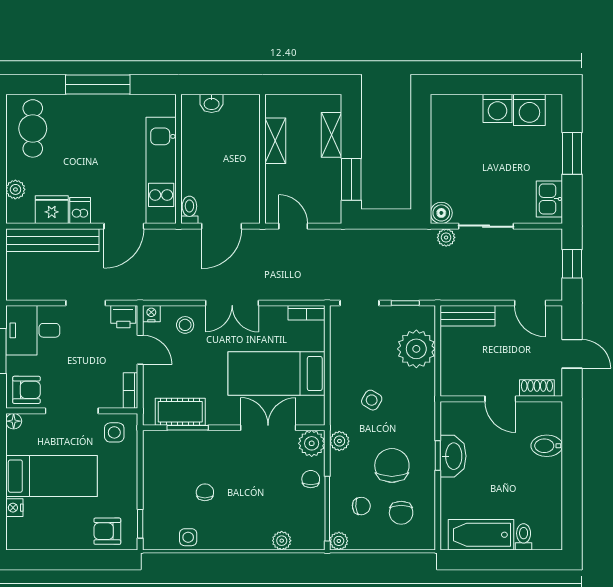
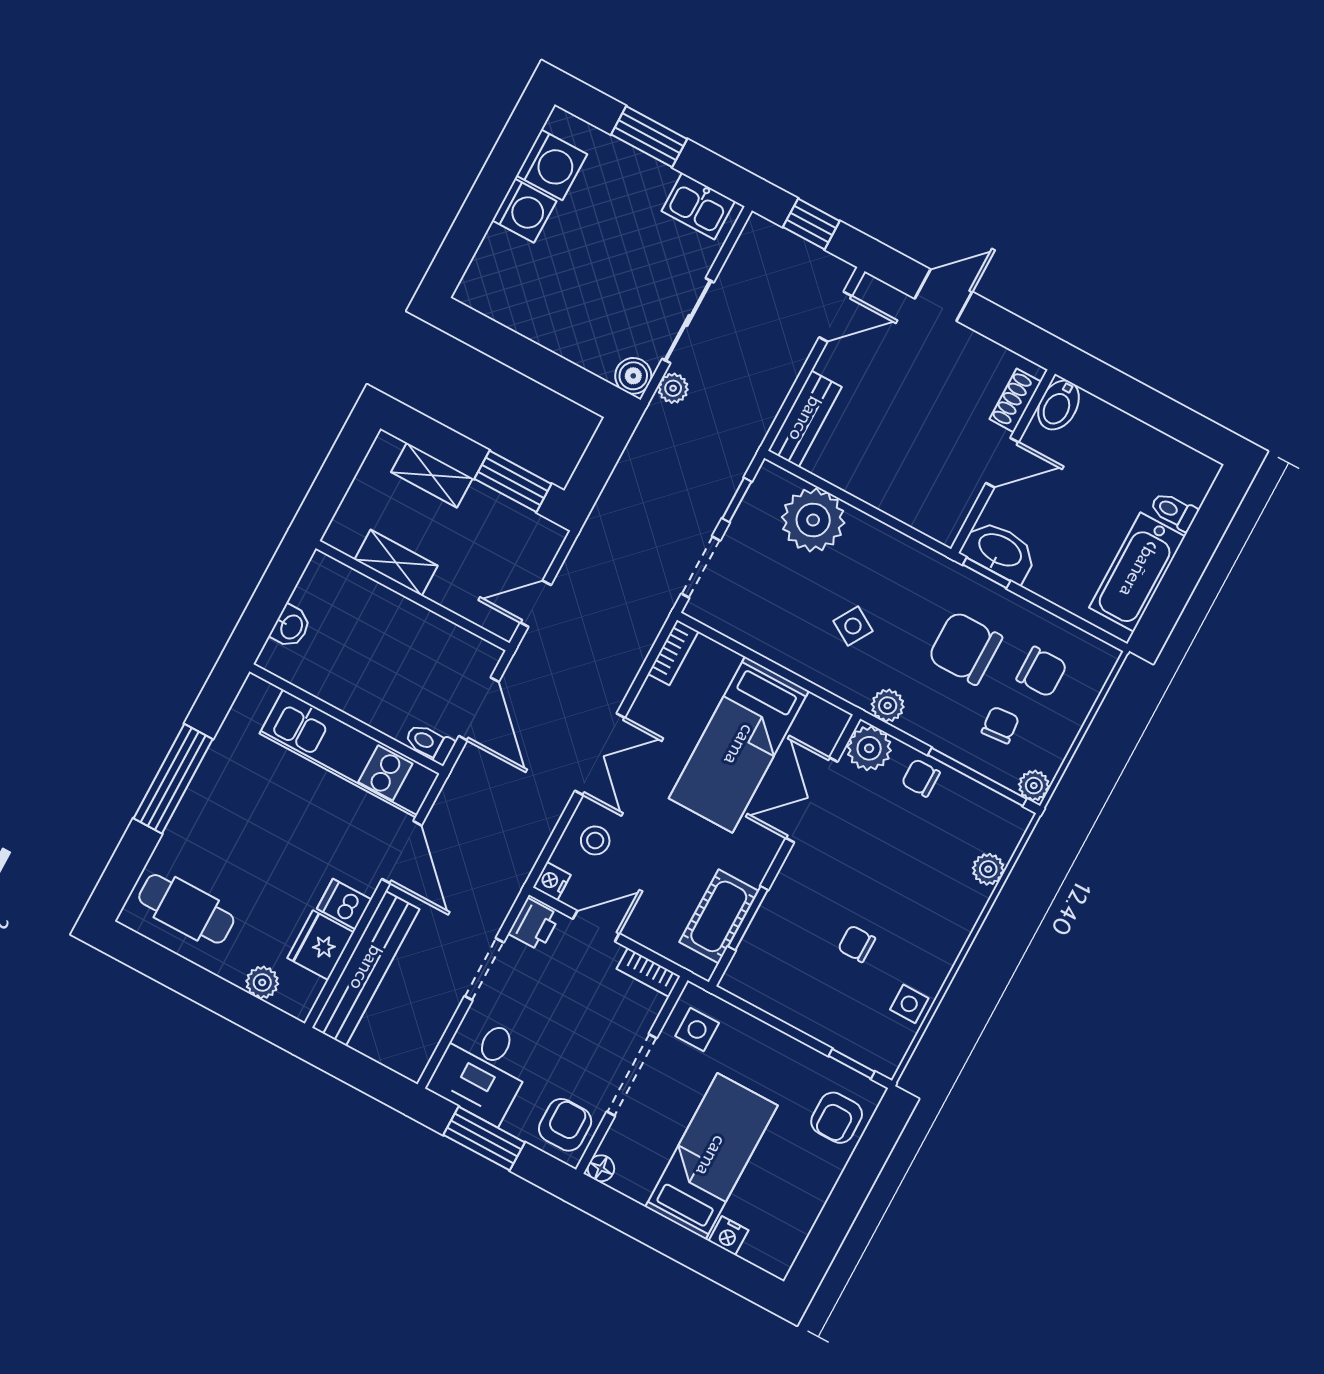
shoe rack: (537, 388) -> (1015, 400), moved
door: (500, 399) -> (1002, 463), moved
wall: (501, 399) -> (1003, 461), moved

